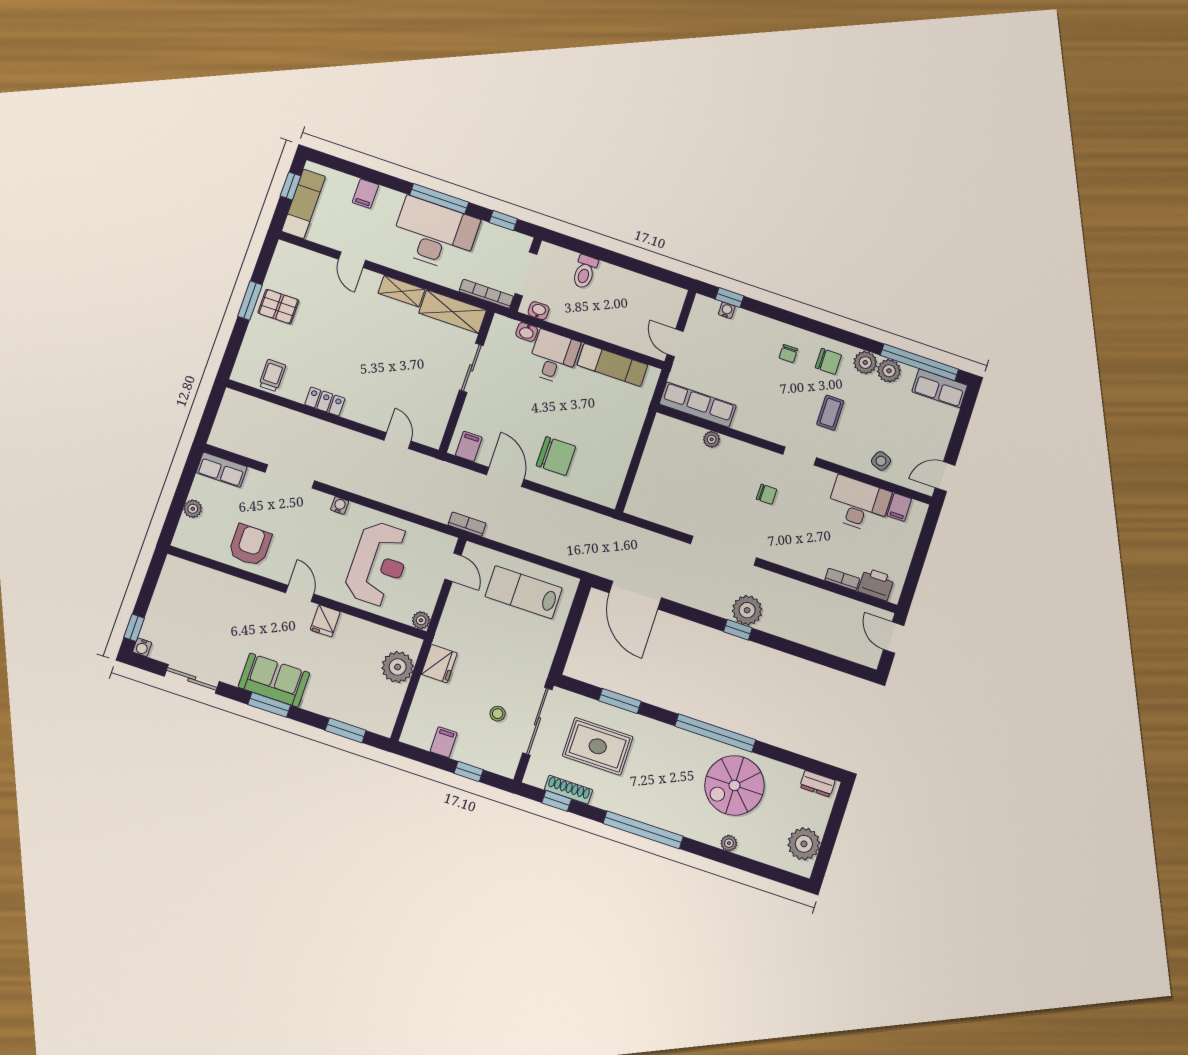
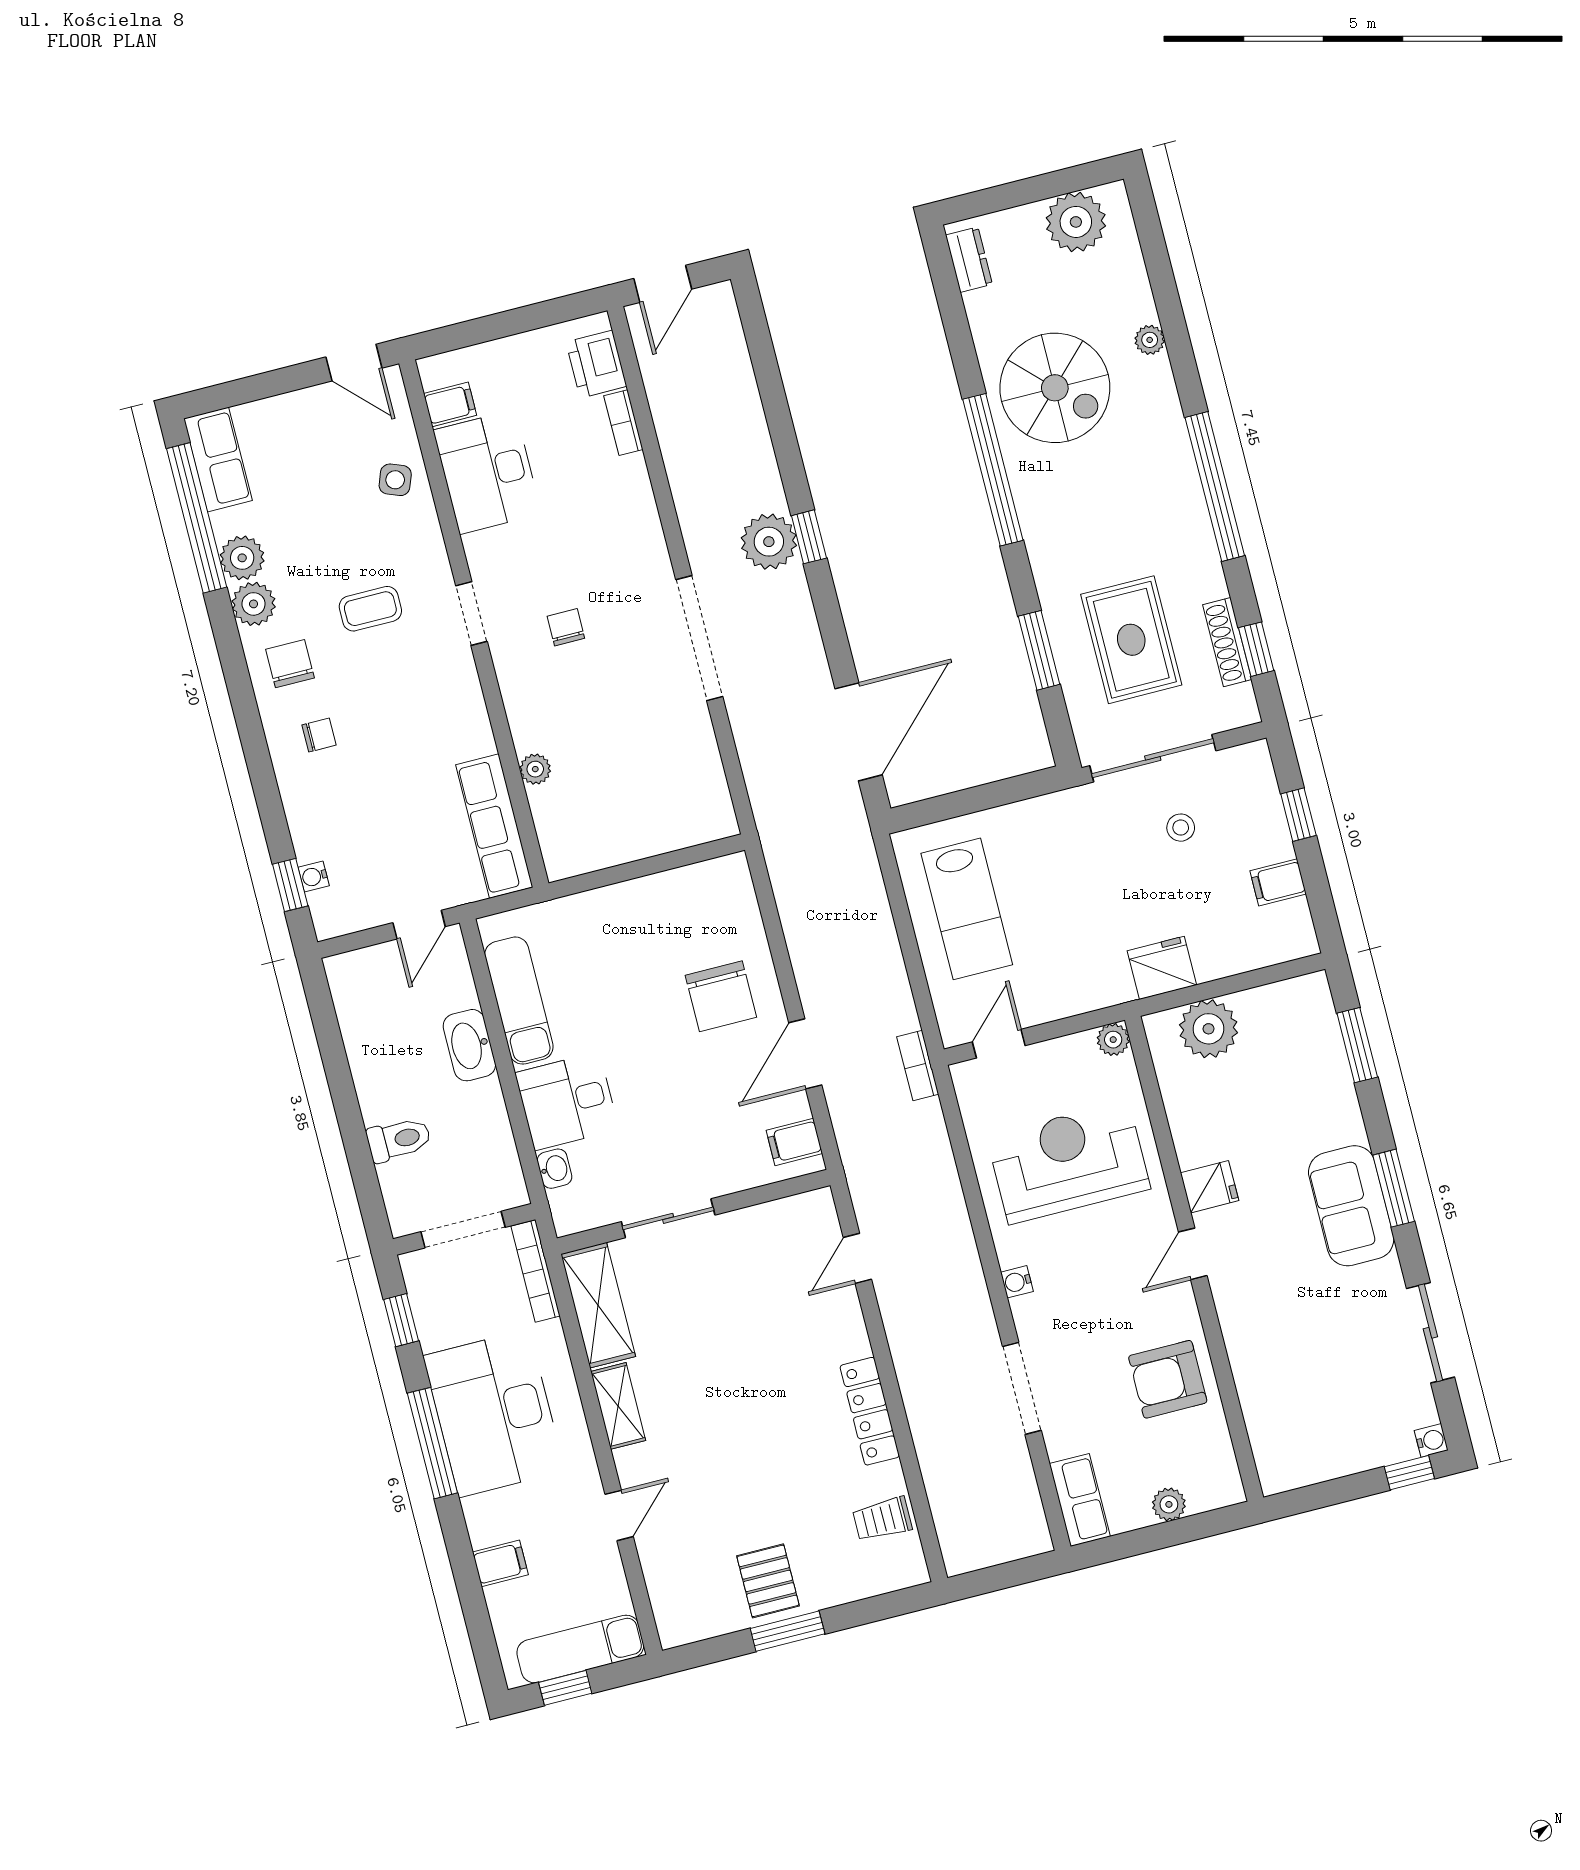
washbasin: (539, 311) -> (469, 1045), moved, width x1.91, depth x1.45
locker: (325, 401) -> (870, 1411), width x1.53
chair: (556, 456) -> (721, 996), turned 180

